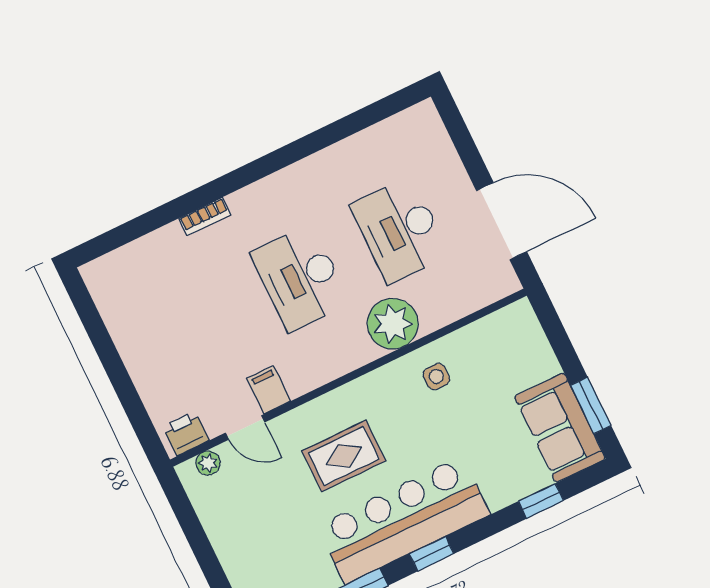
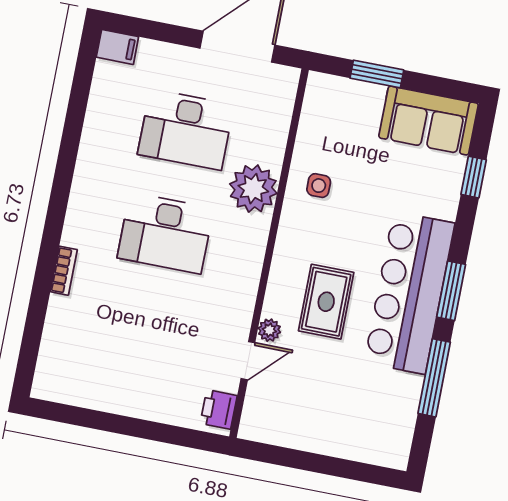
filing cabinet: (269, 390) -> (117, 47), moved, turned 180
window: (591, 406) -> (377, 74), moved
plant: (208, 463) -> (269, 330), moved
window: (432, 554) -> (451, 291), width x1.50

